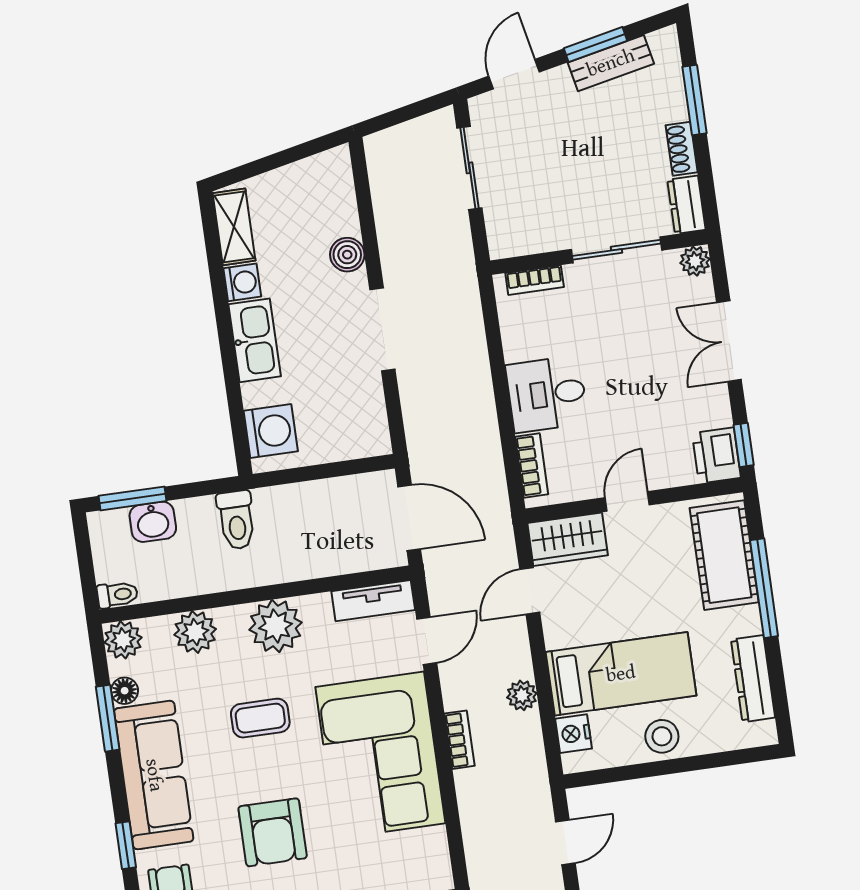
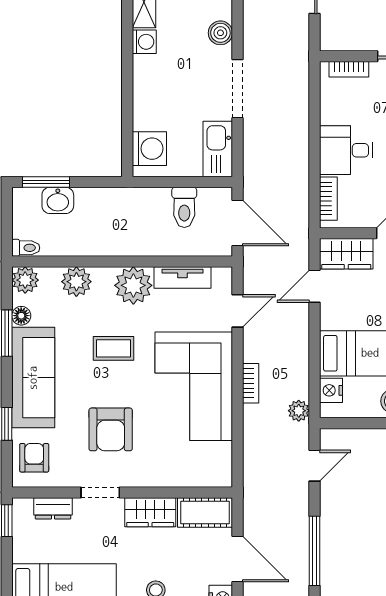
kitchen sink: (255, 340) -> (218, 149), moved, turned 180
toilet: (236, 520) -> (184, 207), moved
tv unit: (373, 601) -> (183, 277), moved
plant: (522, 695) -> (299, 411), moved

